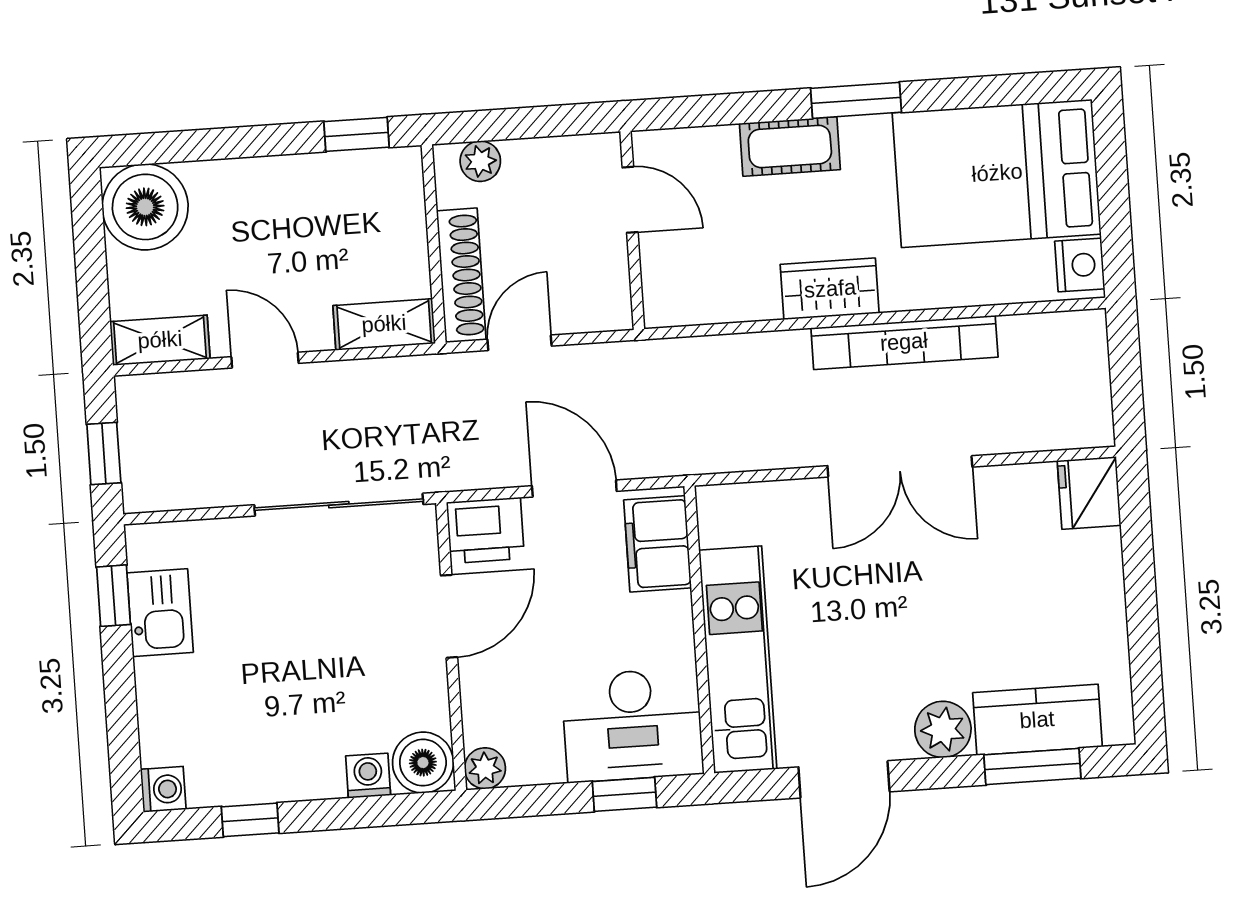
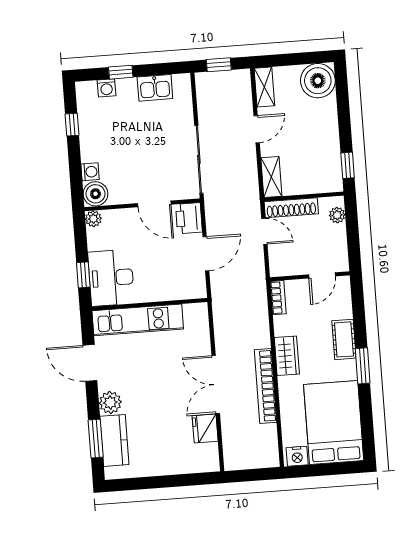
bookcase: (685, 310) -> (278, 298), added
fridge: (1089, 493) -> (205, 428), moved, turned -90
filing cabinet: (658, 544) -> (184, 287), removed
window: (114, 596) -> (121, 72), moved
washing machine: (163, 789) -> (106, 88), moved

